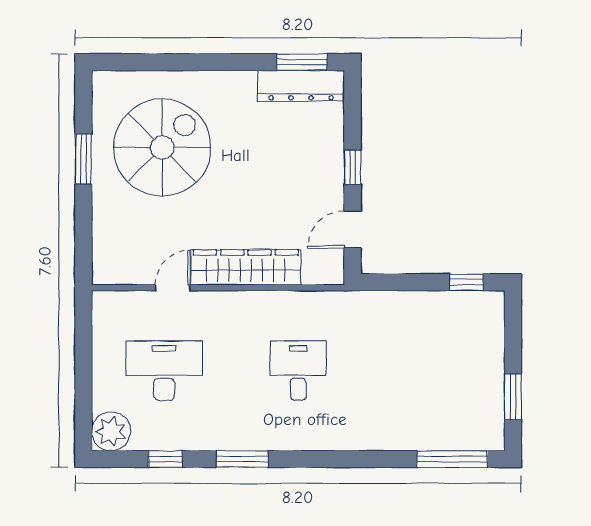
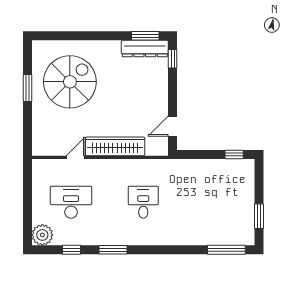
window: (353, 167) -> (173, 59), moved

